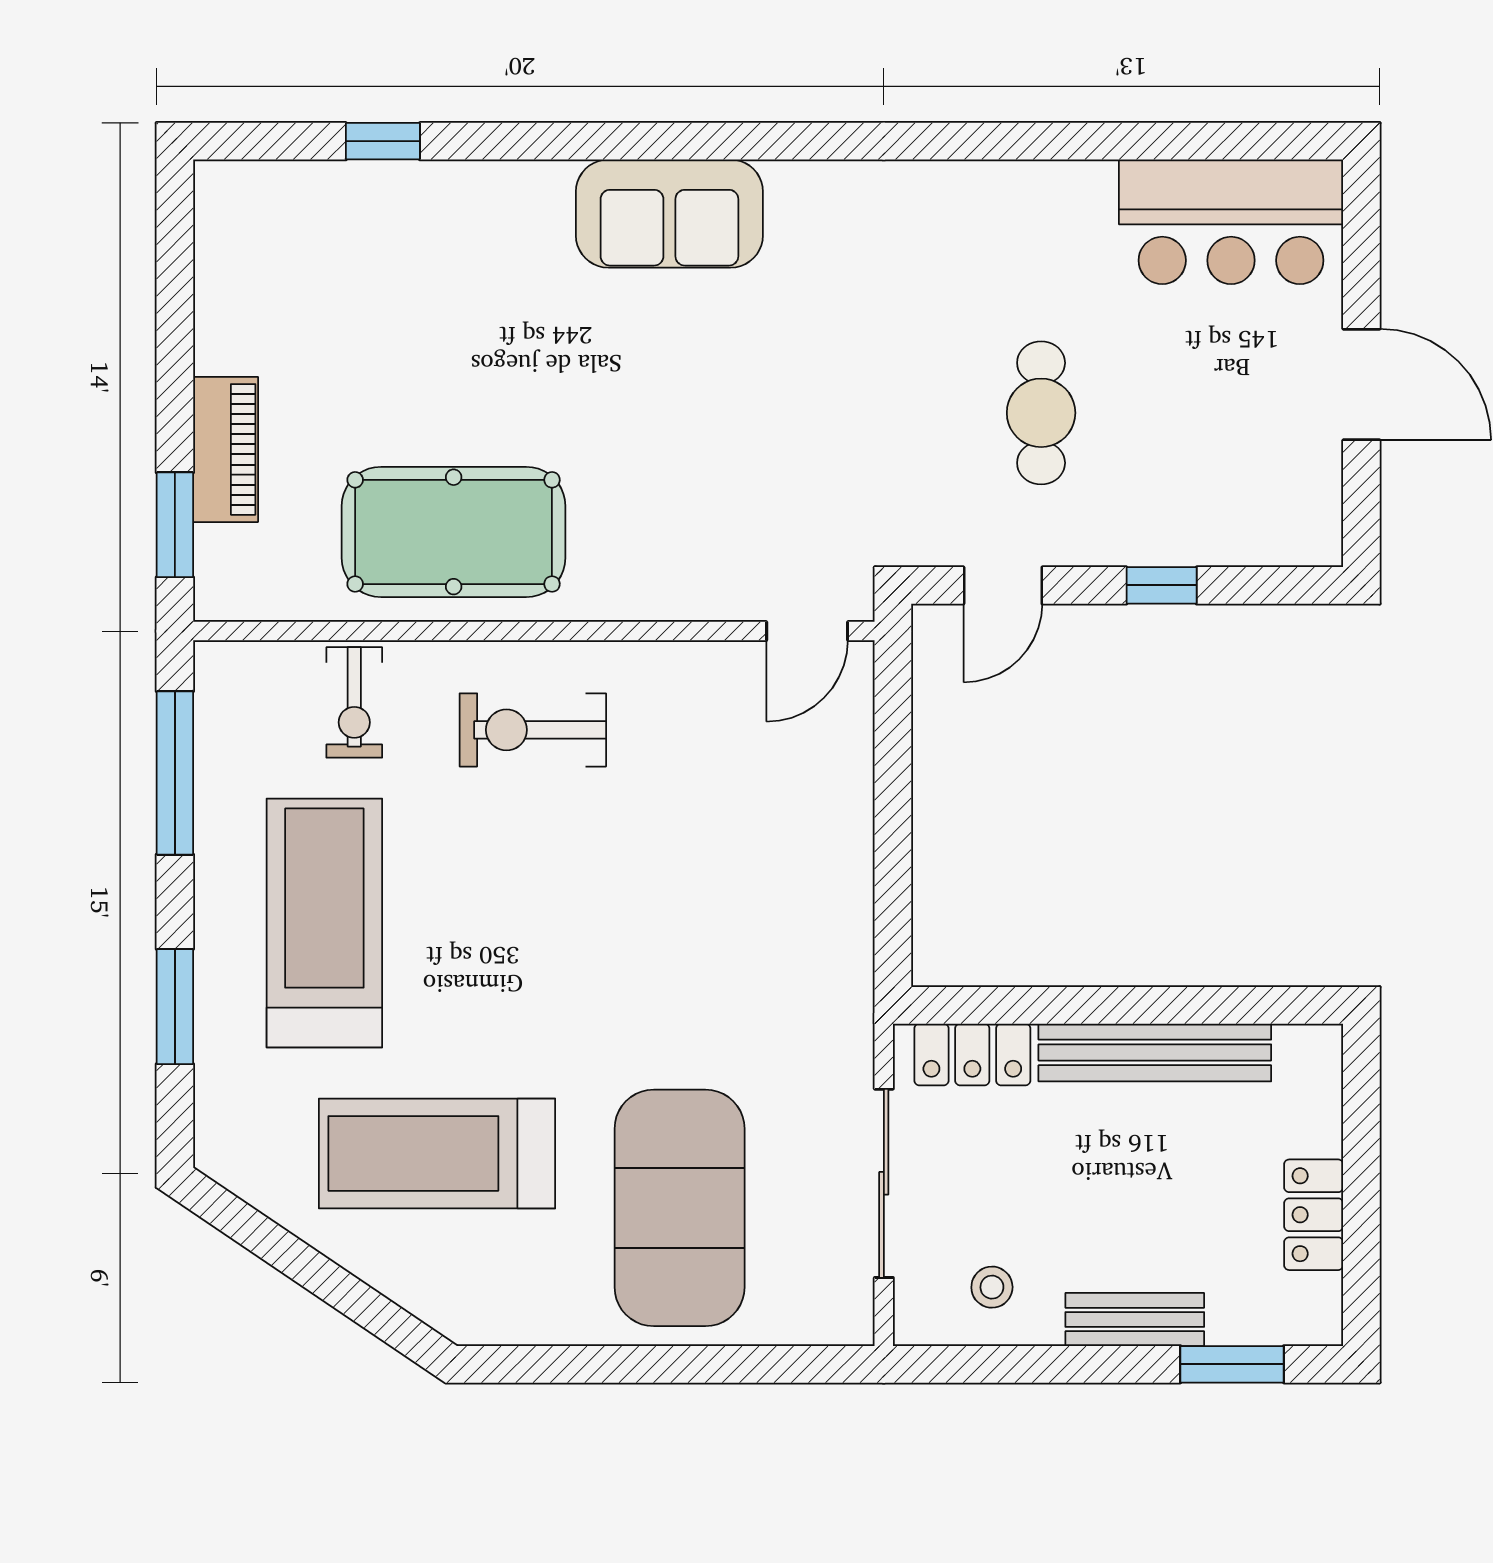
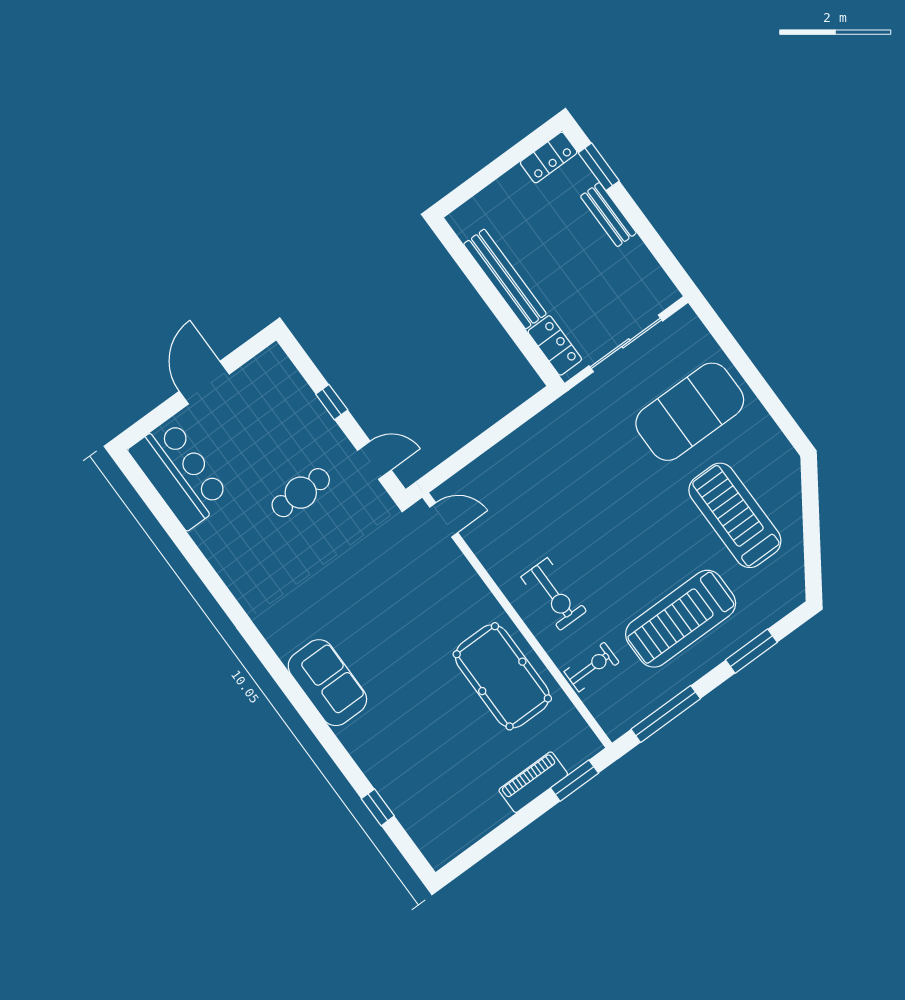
treadmill: (437, 1153) -> (735, 515), turned 180
locker: (1314, 1215) -> (549, 157), moved
stool: (992, 1287) -> (635, 276), removed

